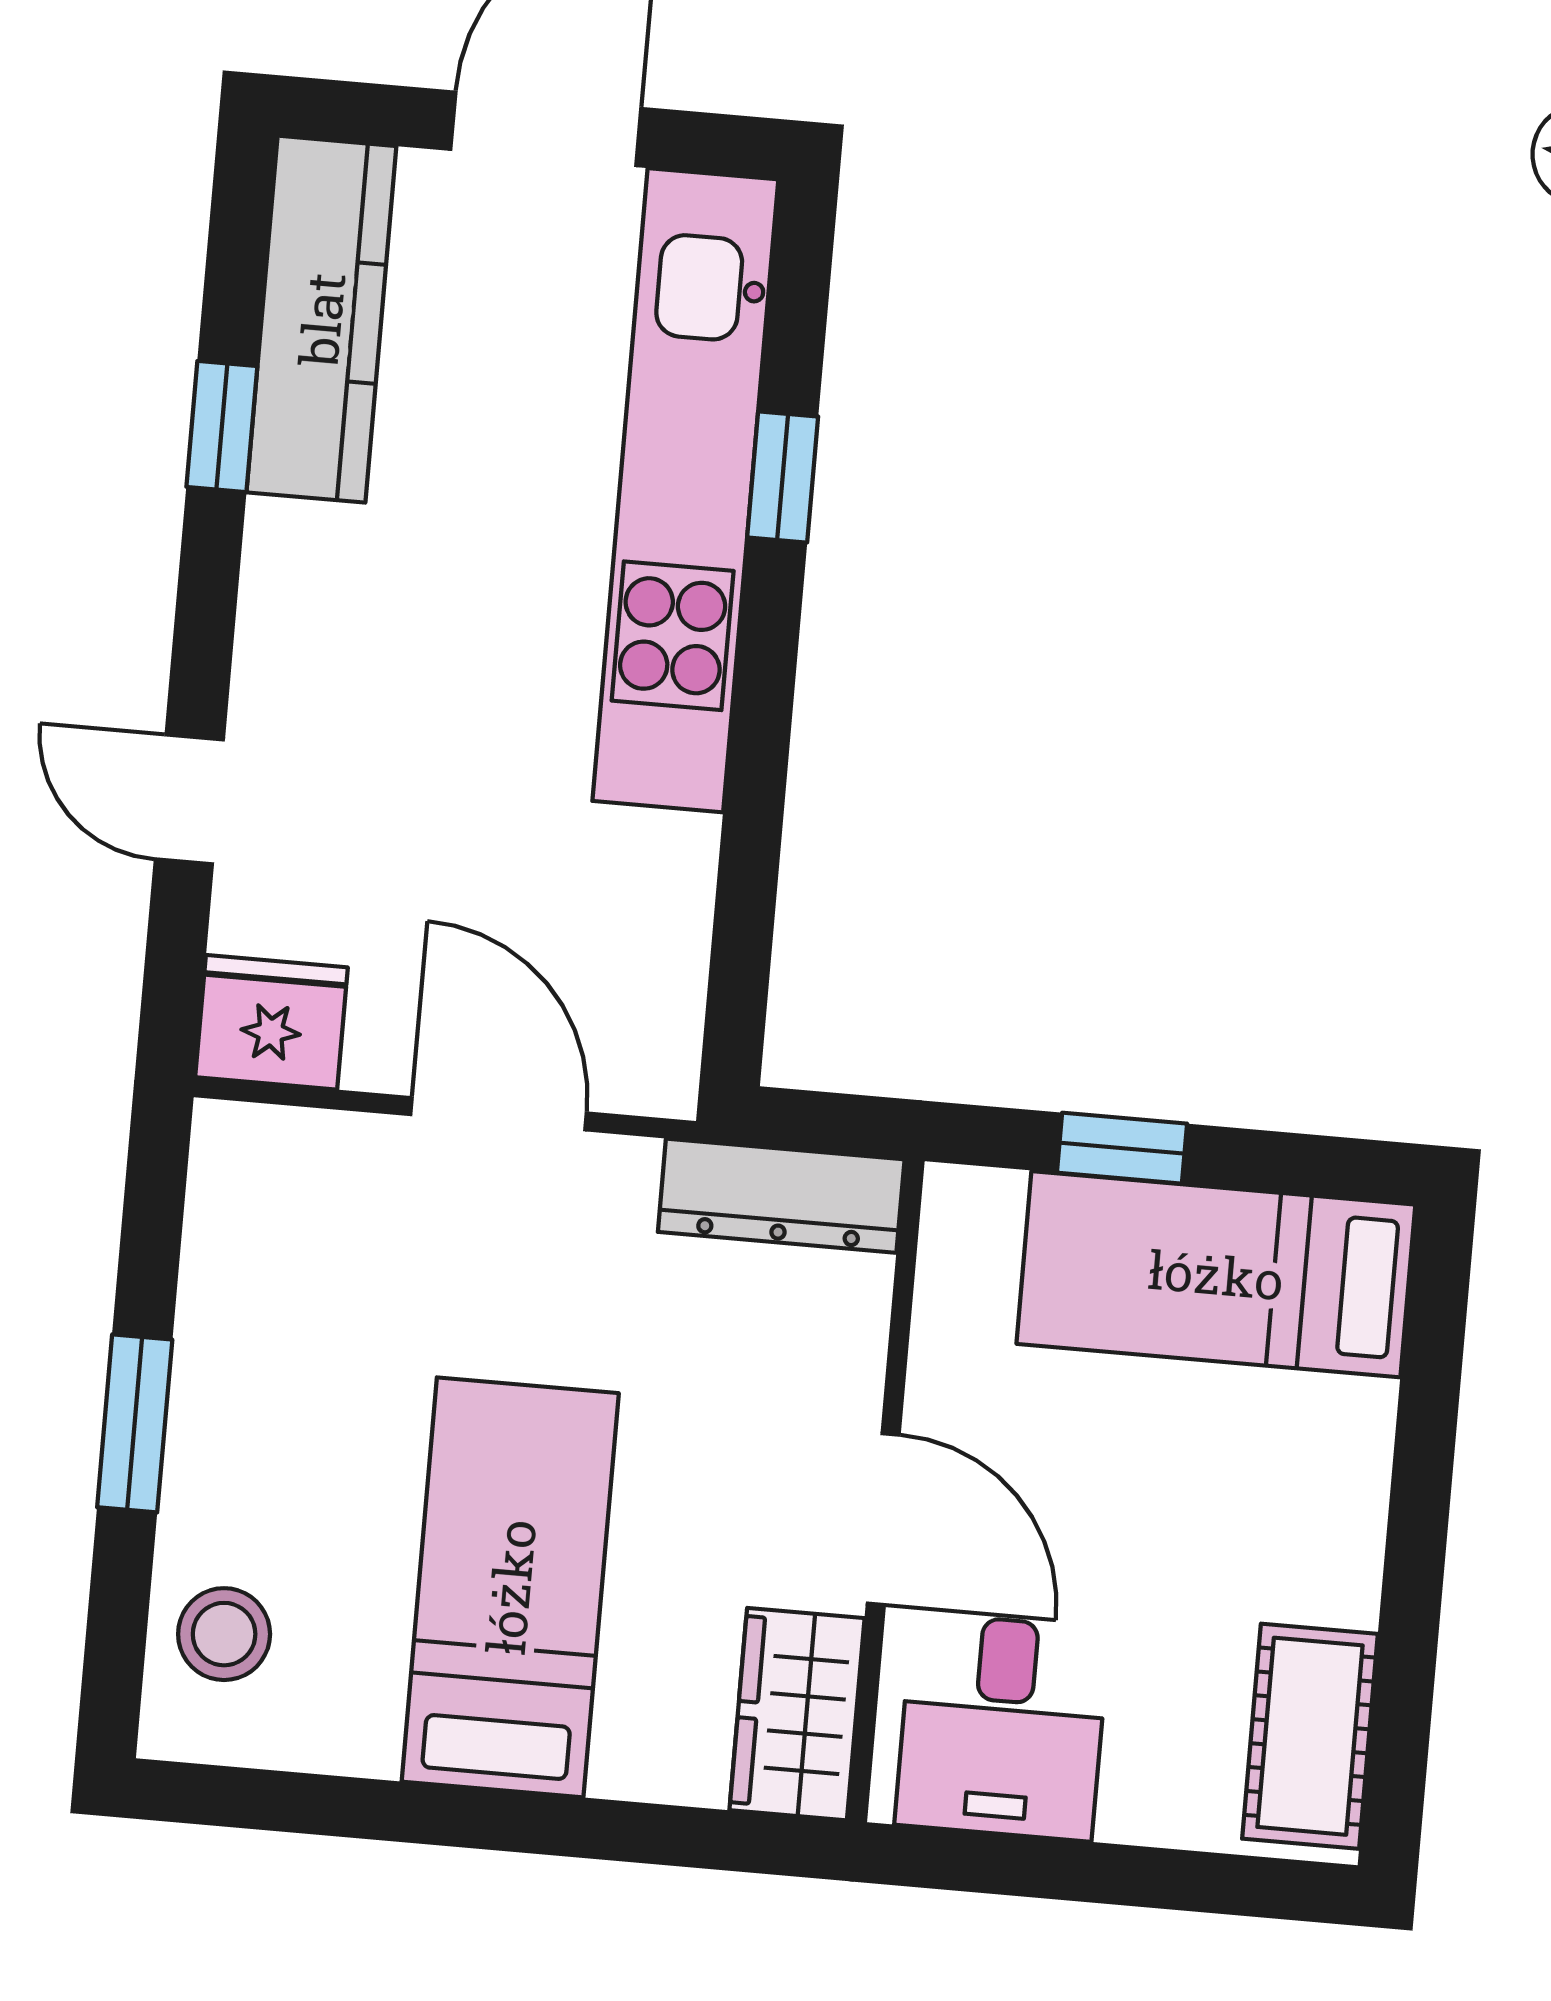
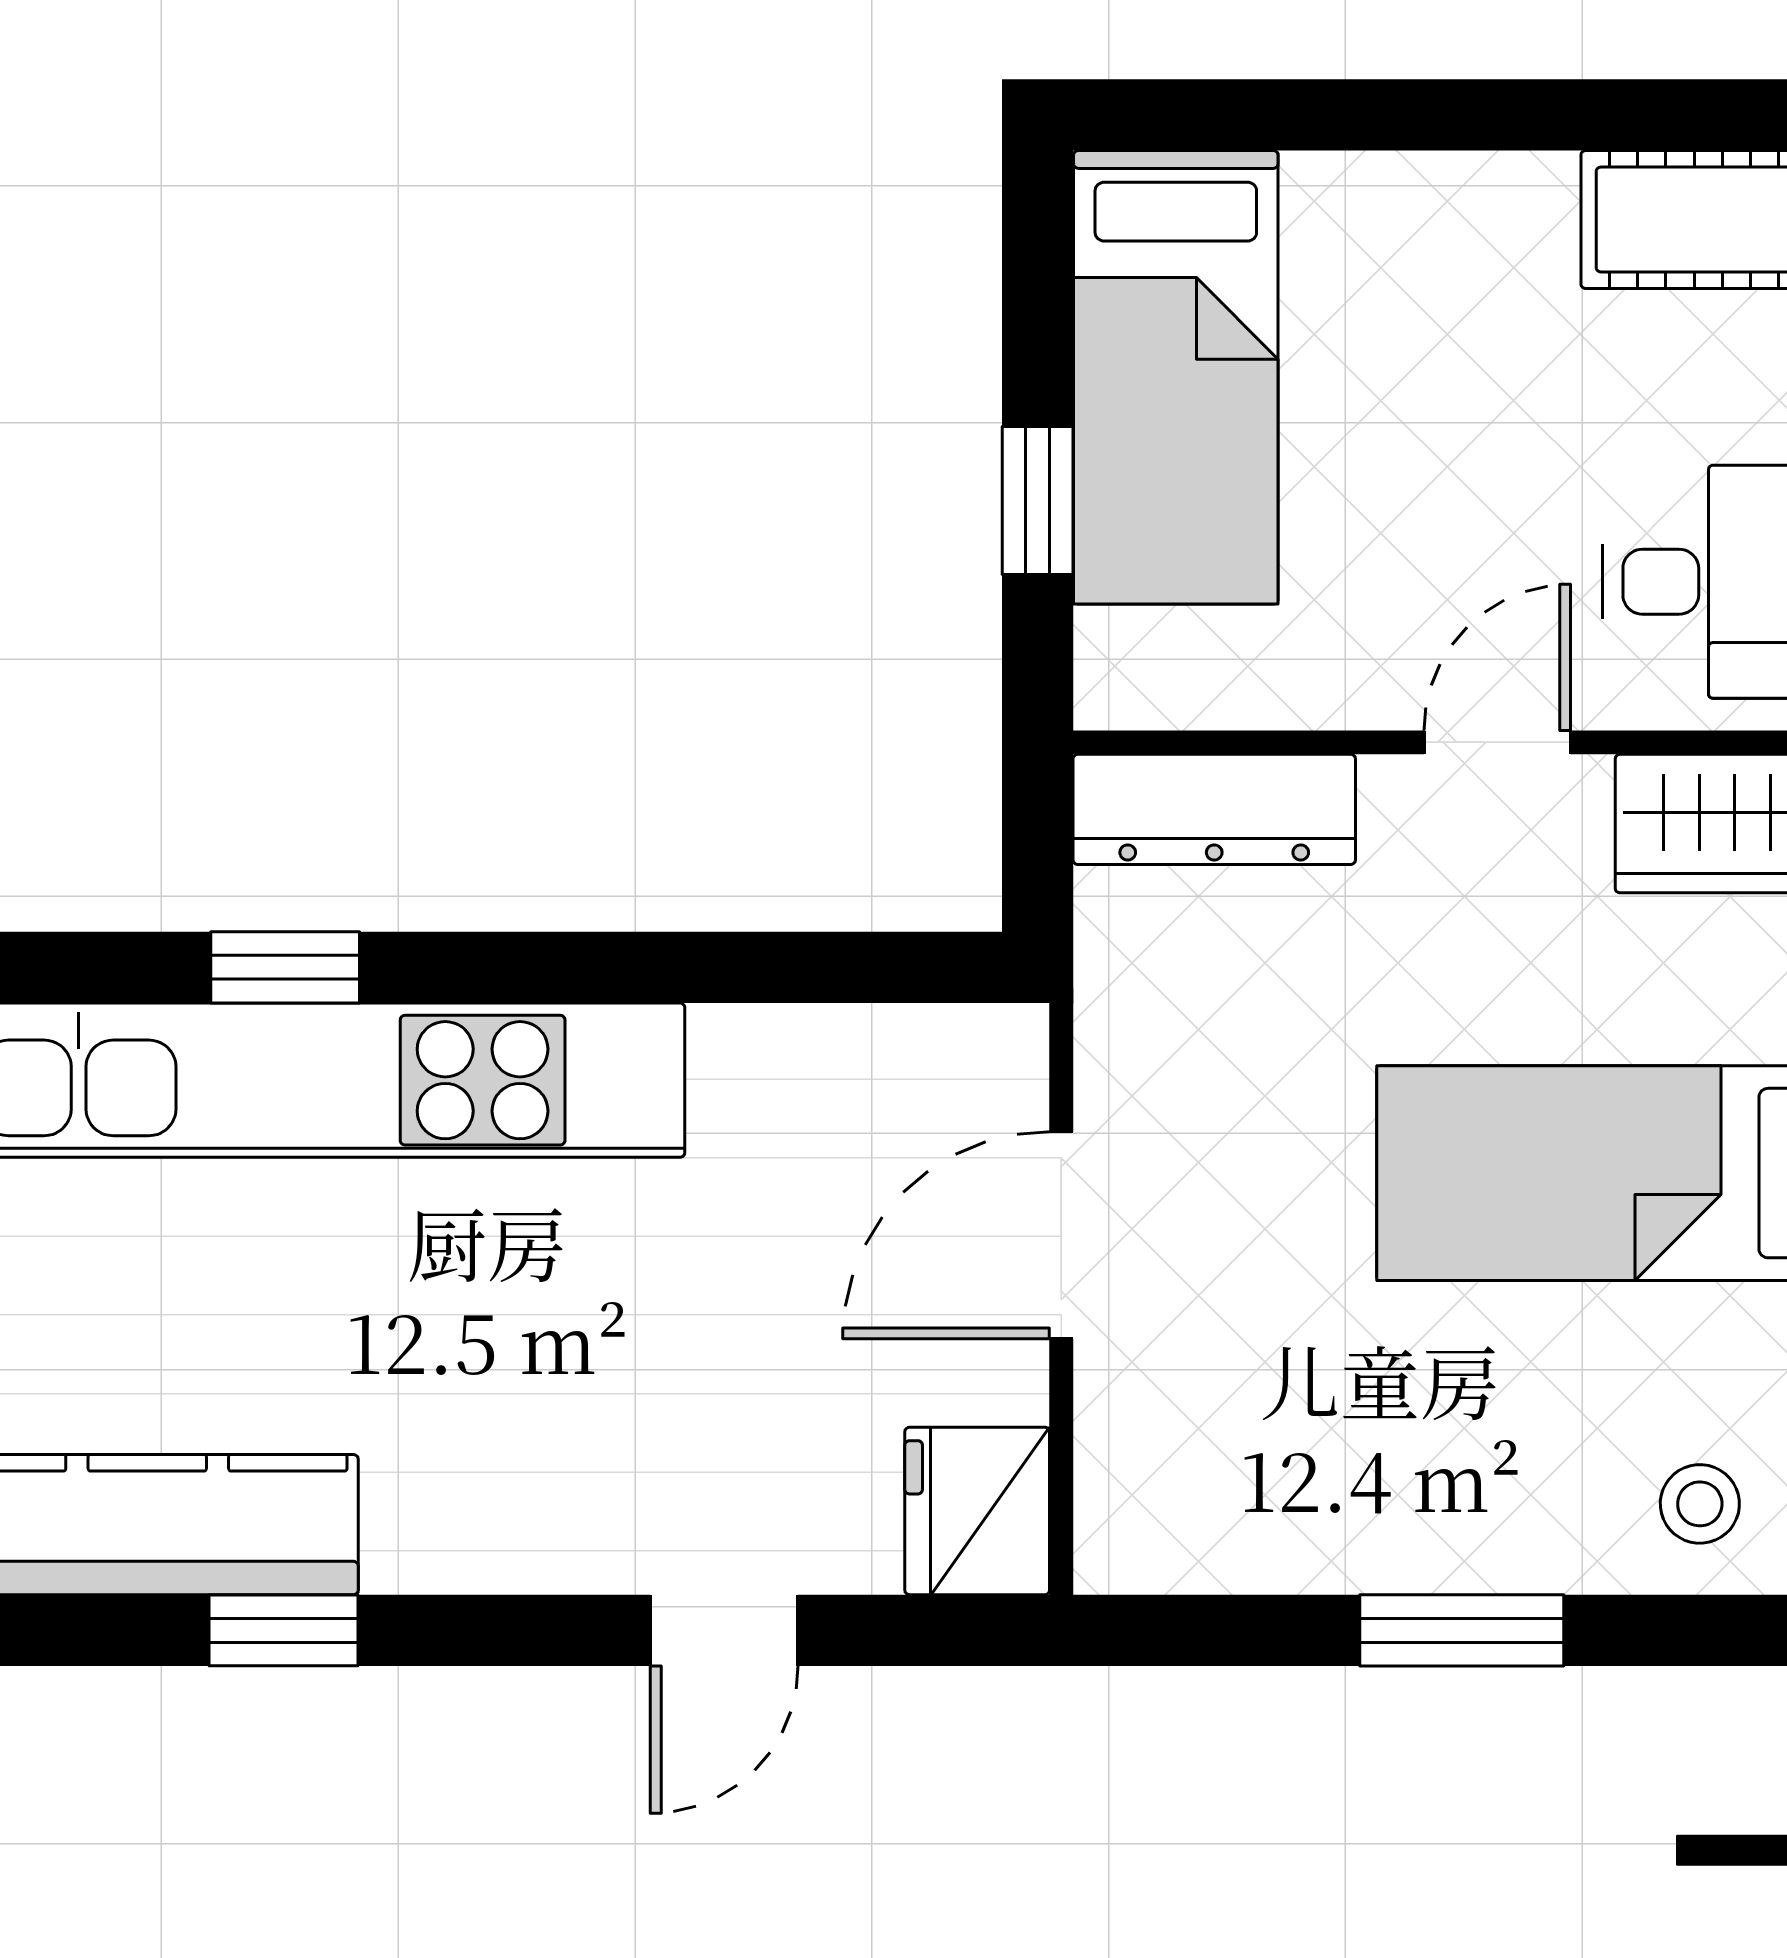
dresser: (781, 1196) -> (1214, 809), moved, turned 90
door: (883, 1519) -> (1497, 742), width x0.73
stool: (224, 1634) -> (1700, 1504), width x0.73, depth x0.73

